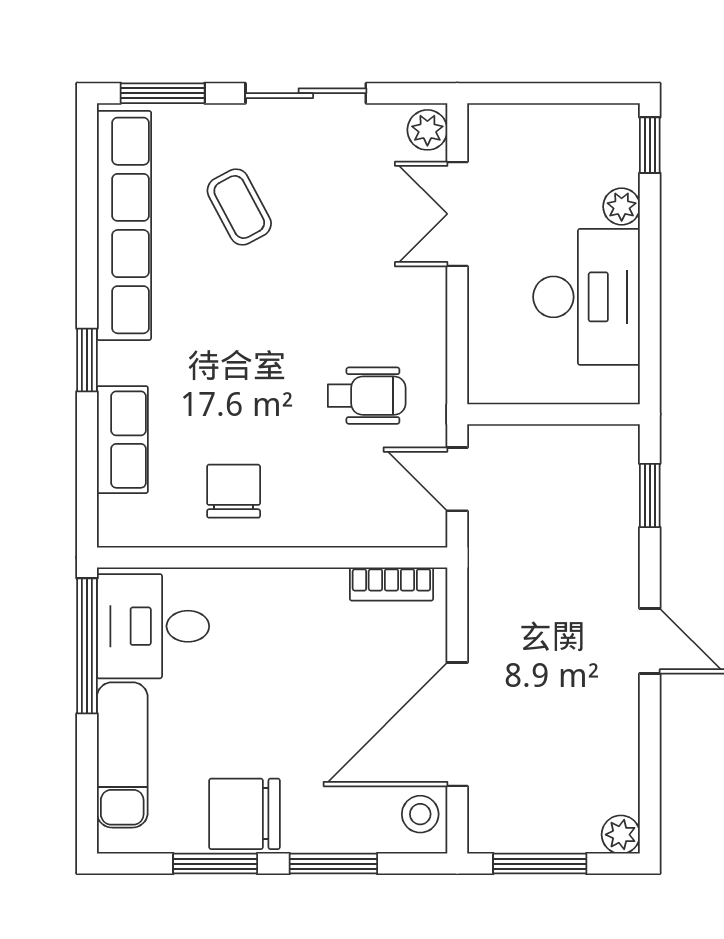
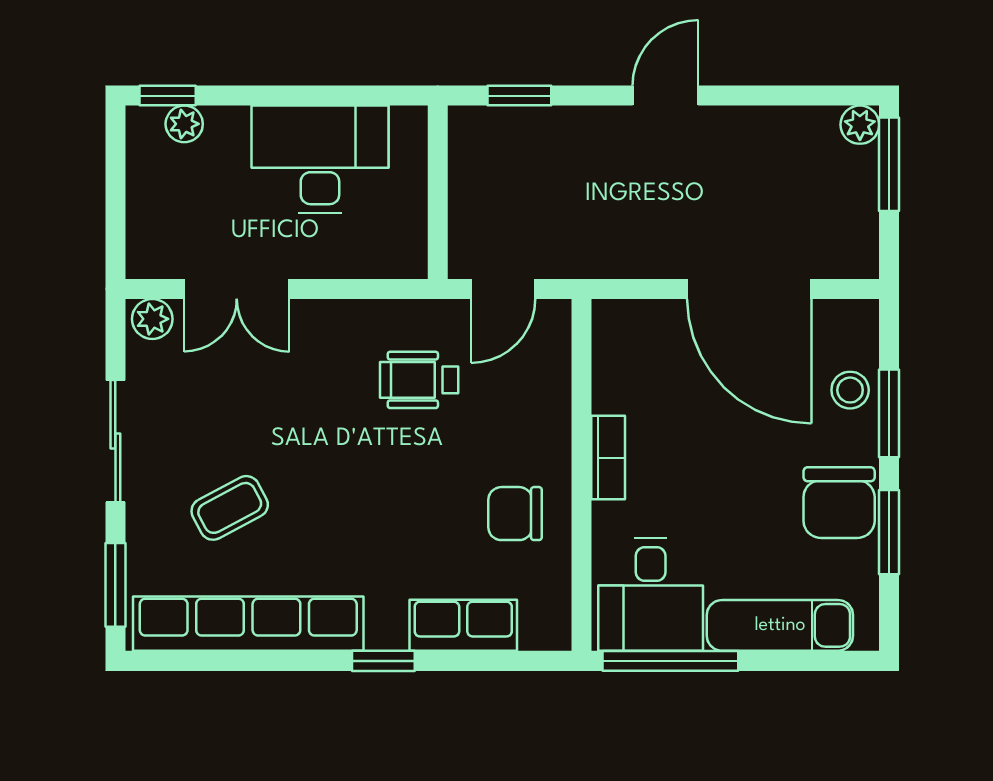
plant: (622, 207) -> (184, 124), moved
wheelchair: (367, 396) -> (419, 380), turned -90
bookcase: (391, 584) -> (608, 458), moved
stool: (420, 814) -> (850, 390), moved
window: (540, 864) -> (889, 164), moved

